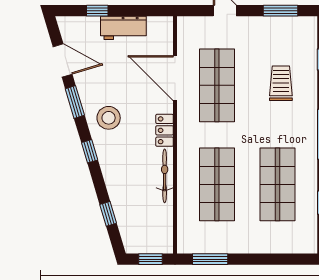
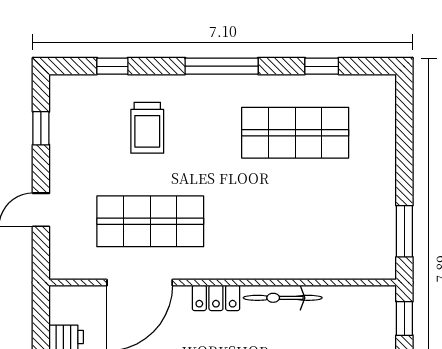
window: (280, 11) -> (41, 128), width x0.67
trolley: (281, 83) -> (147, 128), turned -90
shop shelf: (217, 184) -> (295, 221), removed

